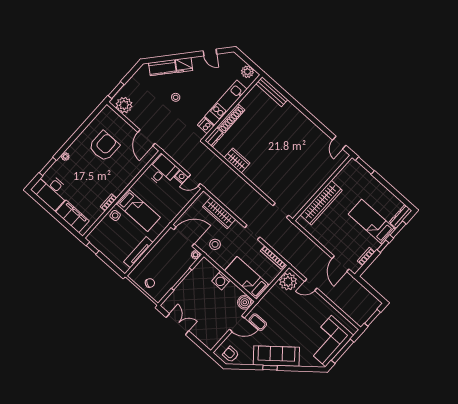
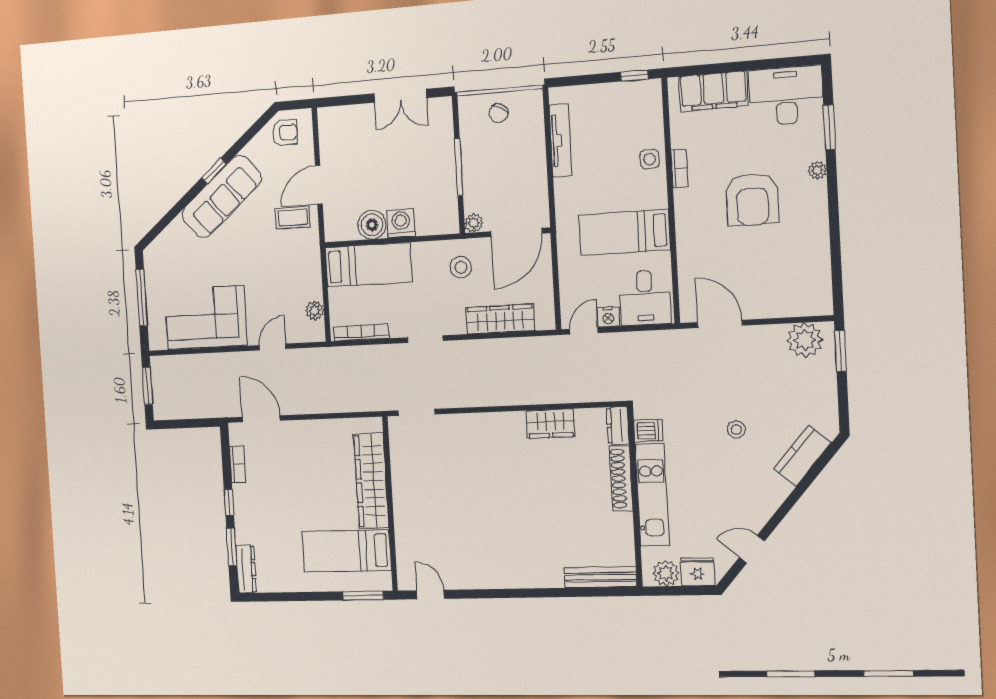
fridge: (184, 65) -> (698, 572), moved, turned 49
armchair: (104, 146) -> (752, 199), moved
bed: (138, 210) -> (624, 232), moved
bed: (372, 222) -> (346, 551), moved, turned 180
plant: (288, 282) -> (315, 310), width x0.53, depth x0.53
boiler: (245, 302) -> (372, 225), moved
corner sofa: (329, 341) -> (206, 318), moved, turned -90

